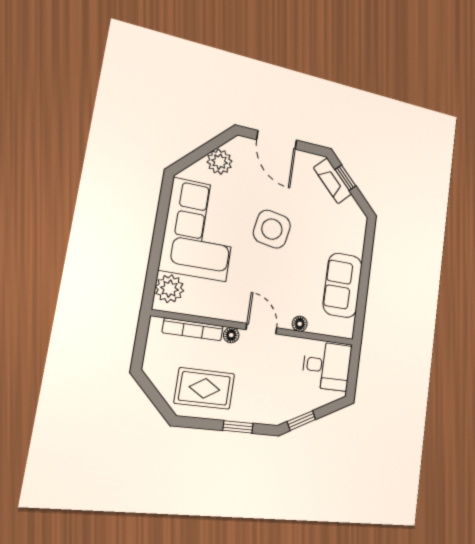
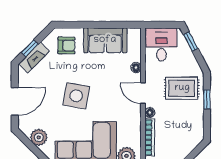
armchair: (343, 229) -> (66, 45), added
door: (261, 329) -> (143, 93), hinge flipped
rug: (205, 388) -> (182, 88), moved, turned 90
window: (301, 421) -> (191, 42), moved

